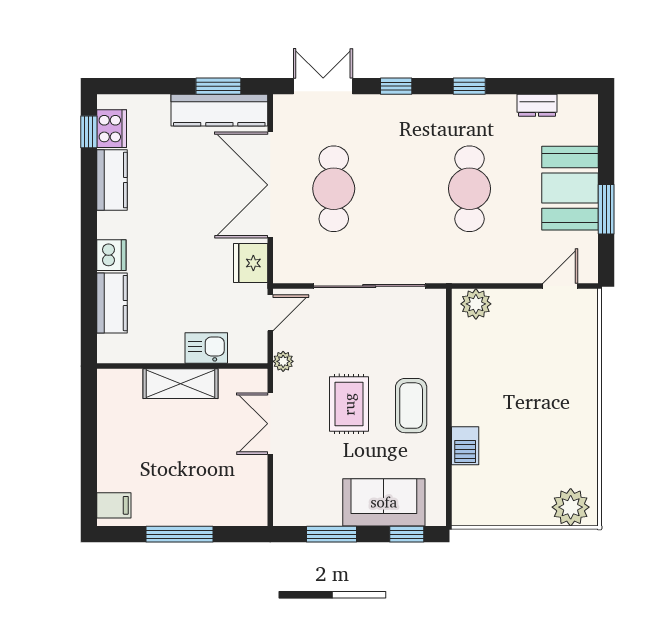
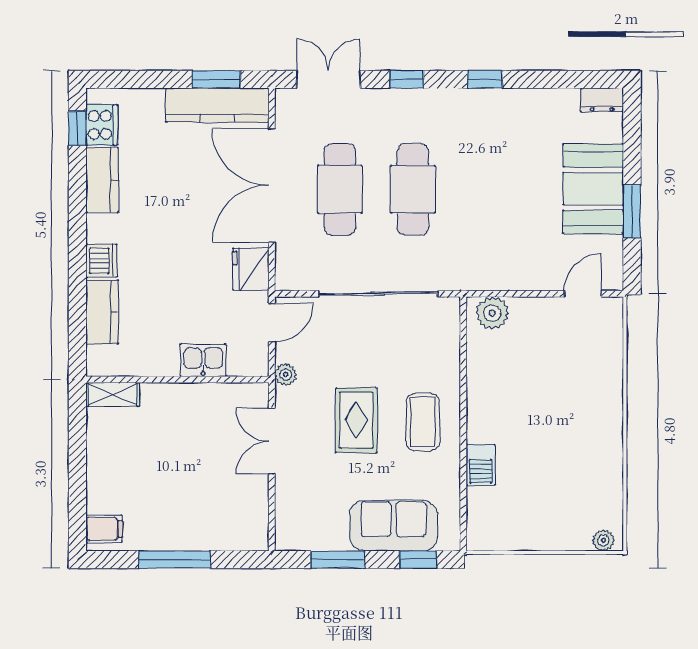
dresser: (537, 105) -> (602, 100), moved
cafe table: (469, 189) -> (413, 189), moved
shelving: (180, 384) -> (113, 394), moved, width x0.67, depth x0.75
plant: (571, 507) -> (603, 540), width x0.53, depth x0.53

